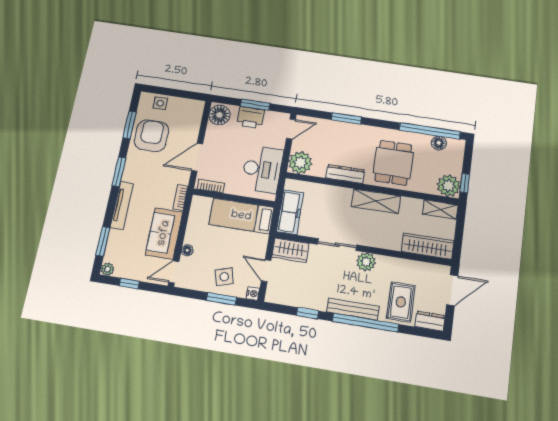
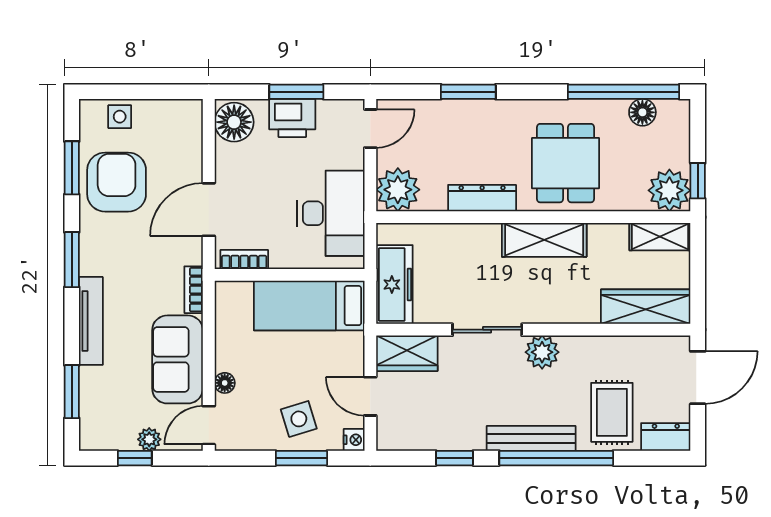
plant: (107, 269) -> (149, 439), moved

